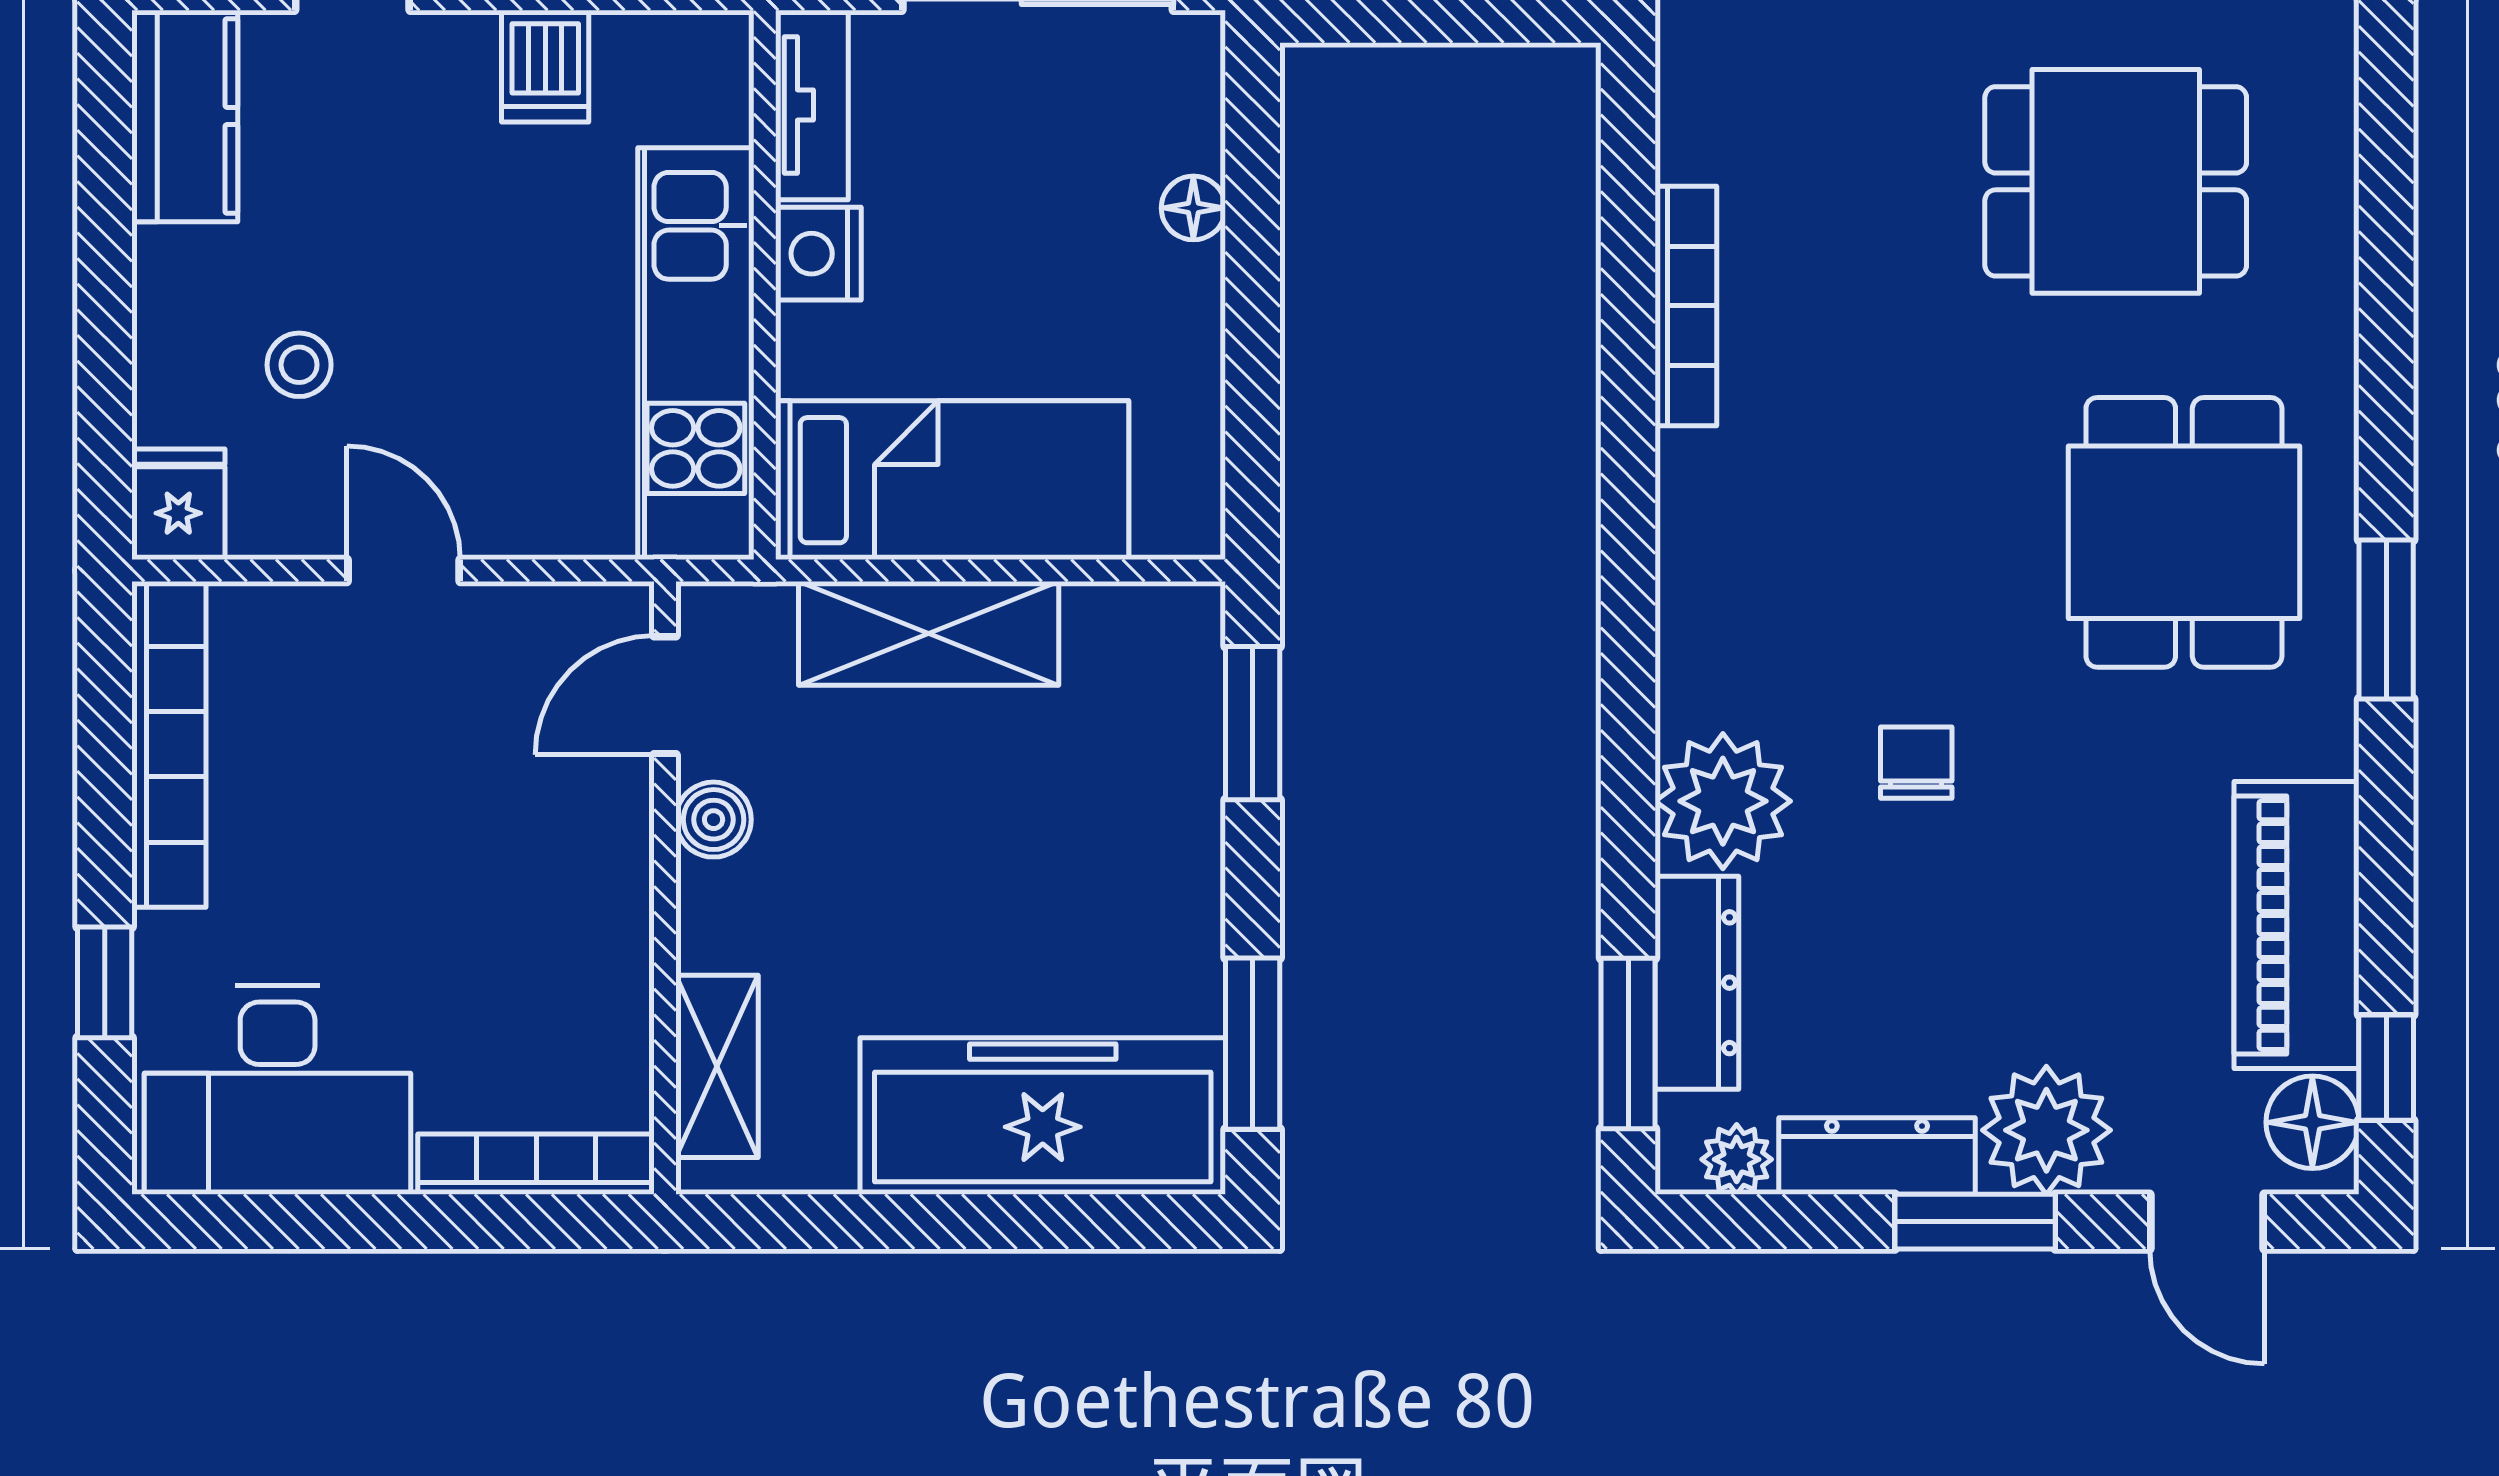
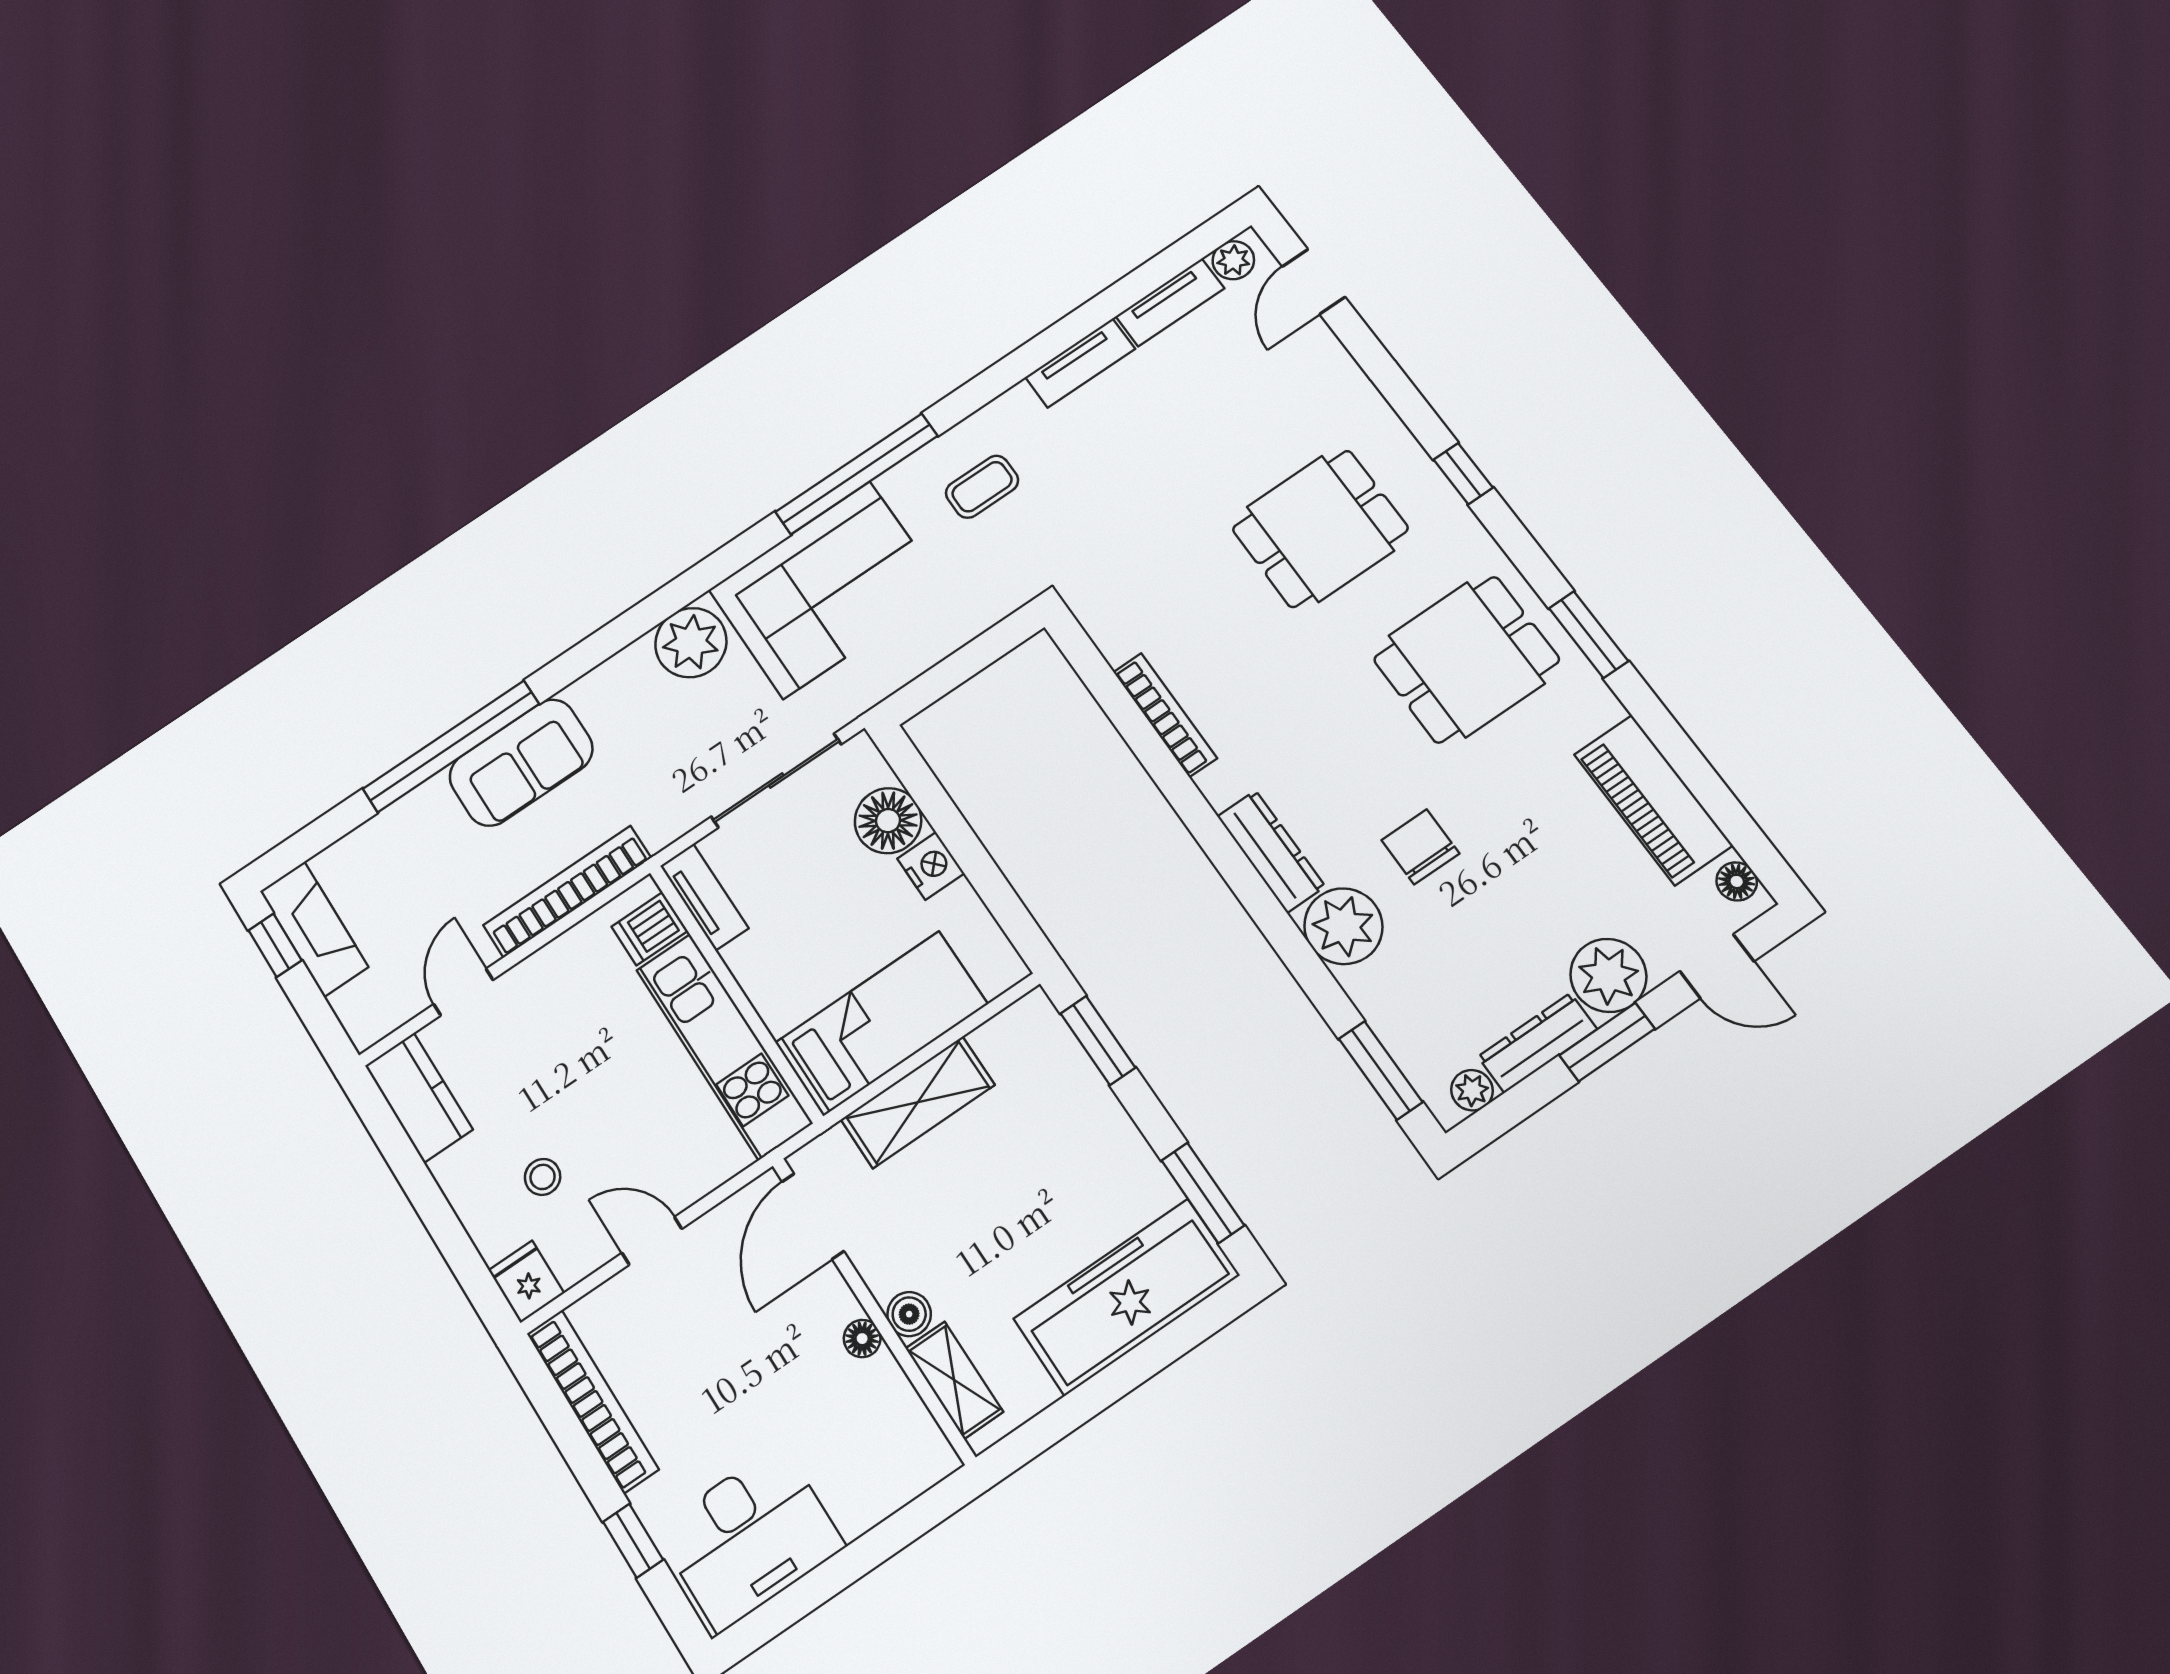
dishwasher: (545, 66) -> (650, 929), moved, turned 90
floor lamp: (1193, 208) -> (888, 821), width x1.89, depth x1.89
nightstand: (818, 254) -> (931, 866), moved, turned 180
dining table: (2184, 532) -> (1466, 659), turned 90
door: (665, 695) -> (813, 1216), width x1.38
chair: (1916, 763) -> (1420, 847), width x1.37, depth x1.37
boiler: (714, 820) -> (909, 1314), moved
floor lamp: (622, 919) -> (862, 1339), added
dresser: (1697, 983) -> (1271, 851), moved
window: (2386, 1068) -> (1463, 474), moved
floor lamp: (2312, 1122) -> (1737, 881), width x0.73, depth x0.73
bookcase: (536, 1164) -> (898, 1489), removed

